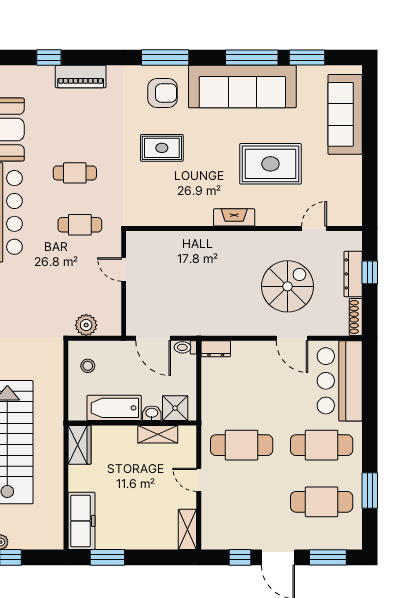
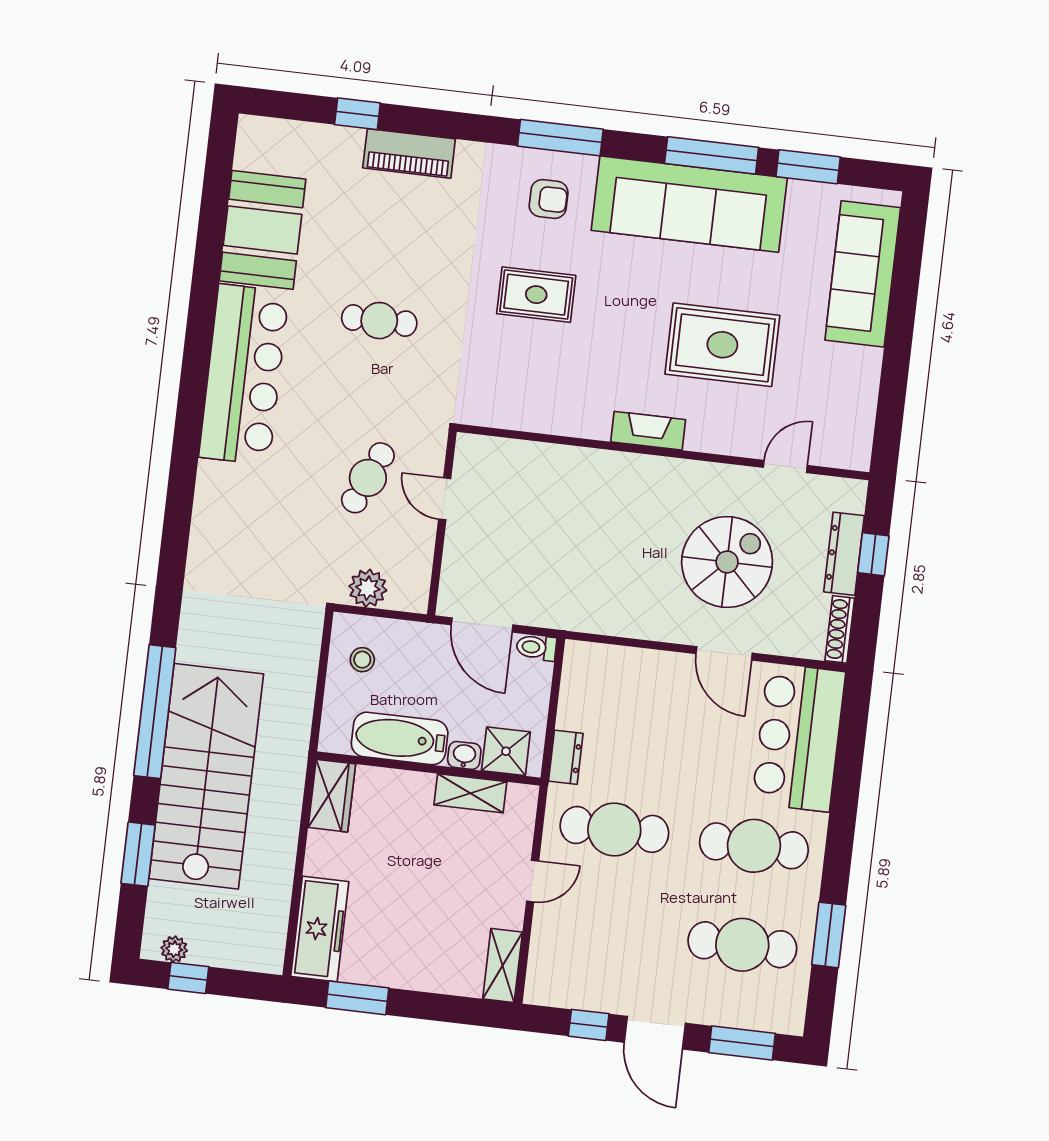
armchair: (162, 93) -> (549, 199), width x0.72, depth x0.72
cafe table: (80, 225) -> (368, 478), moved, turned -66
dresser: (216, 349) -> (566, 757), moved, turned -90
door: (199, 480) -> (533, 881), swing flipped

